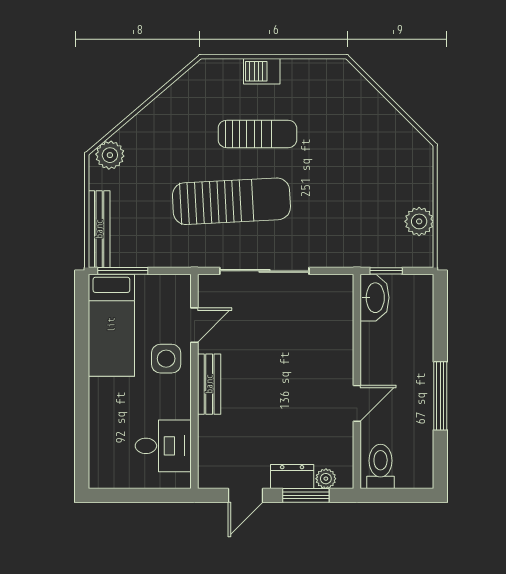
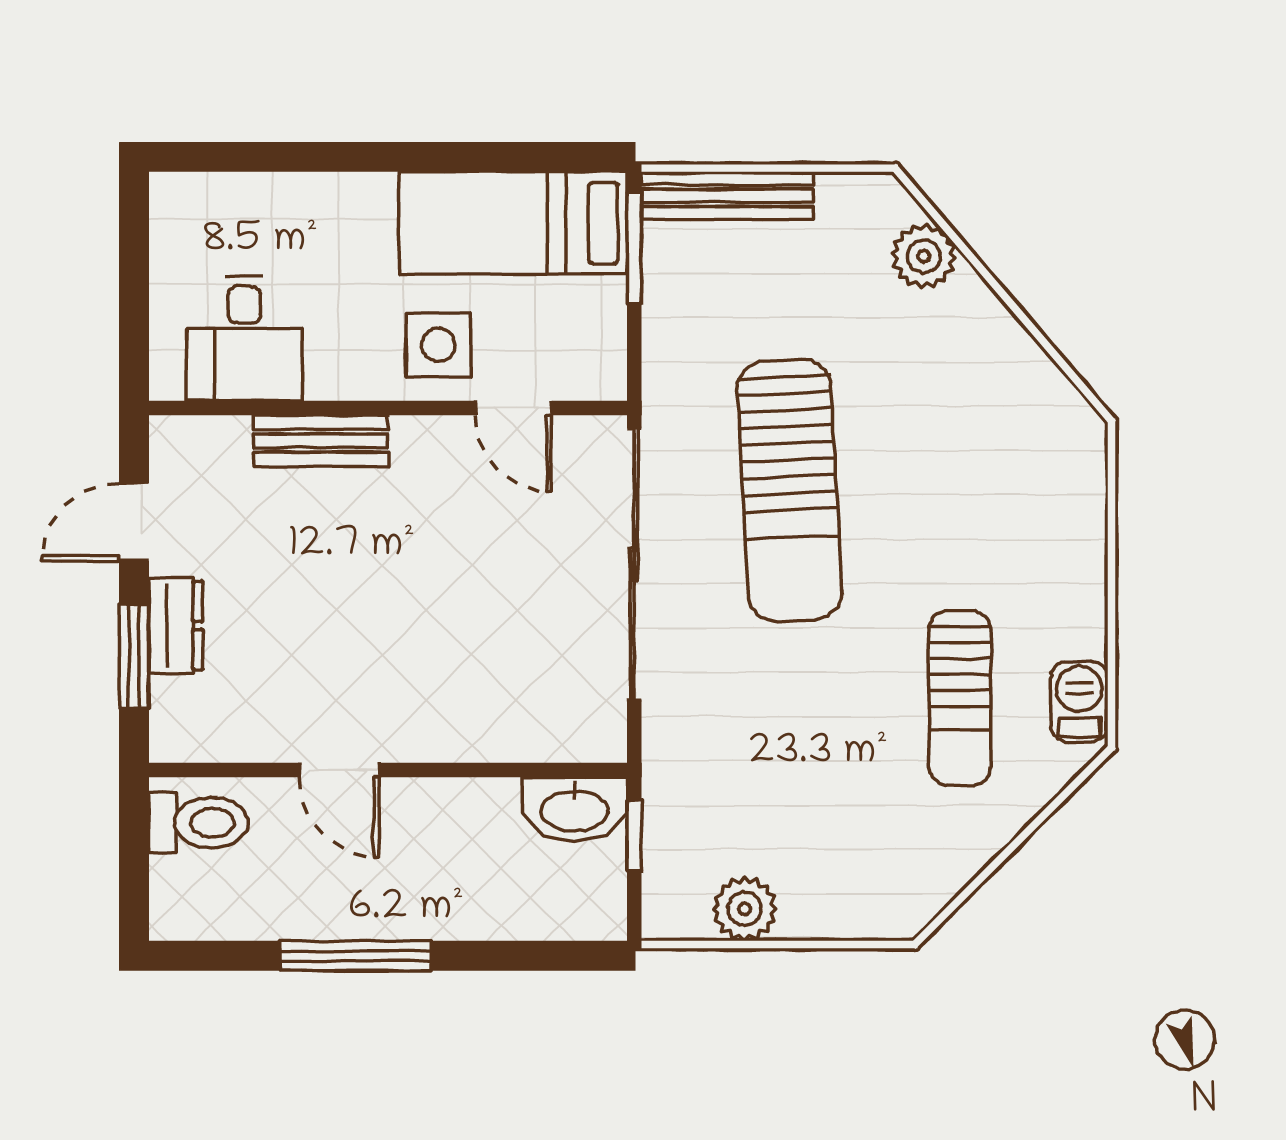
barbecue: (262, 71) -> (1079, 702), moved
sun lounger: (257, 134) -> (960, 698), moved
plant: (110, 155) -> (924, 256), moved
sliding door: (264, 271) -> (634, 564), width x1.36
bench: (209, 384) -> (321, 441), moved
plant: (326, 479) -> (171, 701), removed
door: (246, 495) -> (134, 522), hinge flipped

